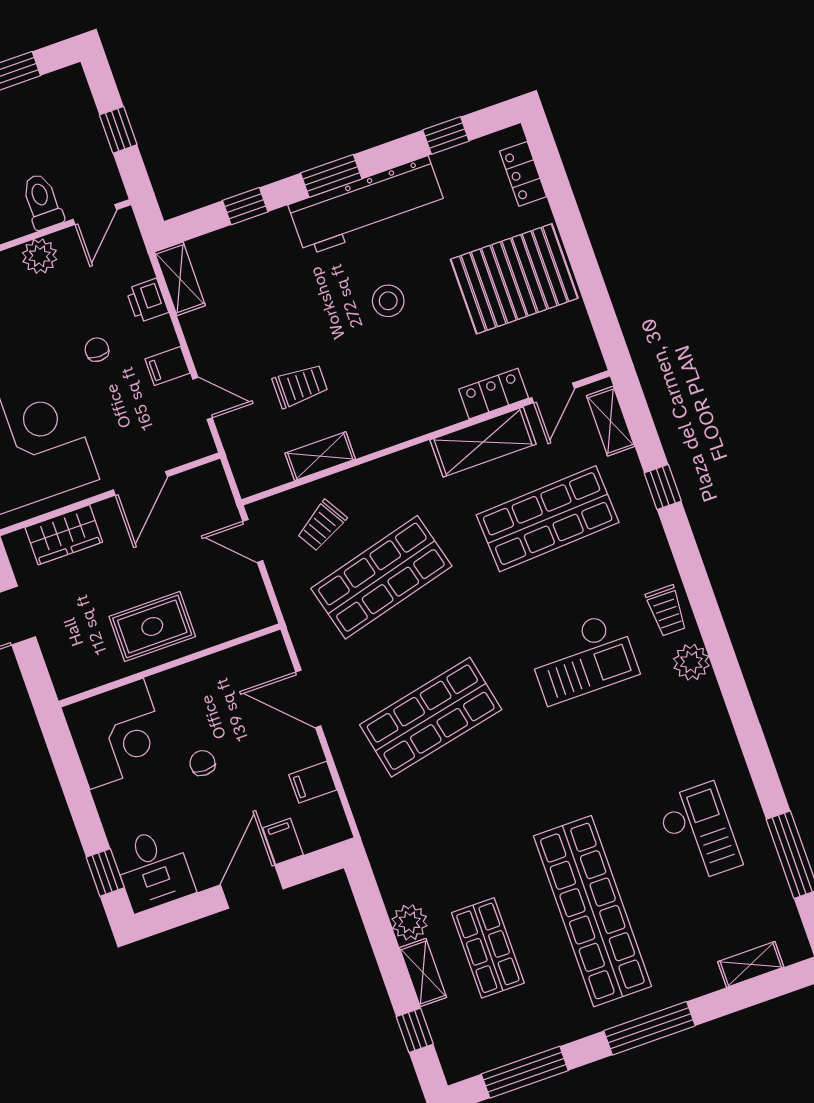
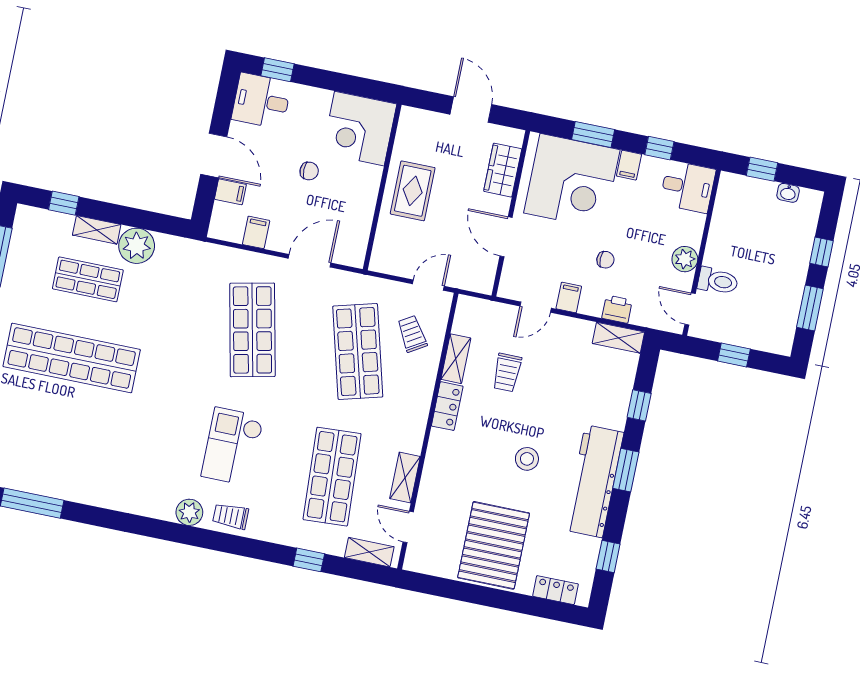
locker: (494, 394) -> (447, 406), moved
shelving: (483, 442) -> (405, 478), width x0.67, depth x0.75
checkout: (699, 833) -> (80, 453), removed
plant: (410, 922) -> (137, 246), width x1.36, depth x1.36

